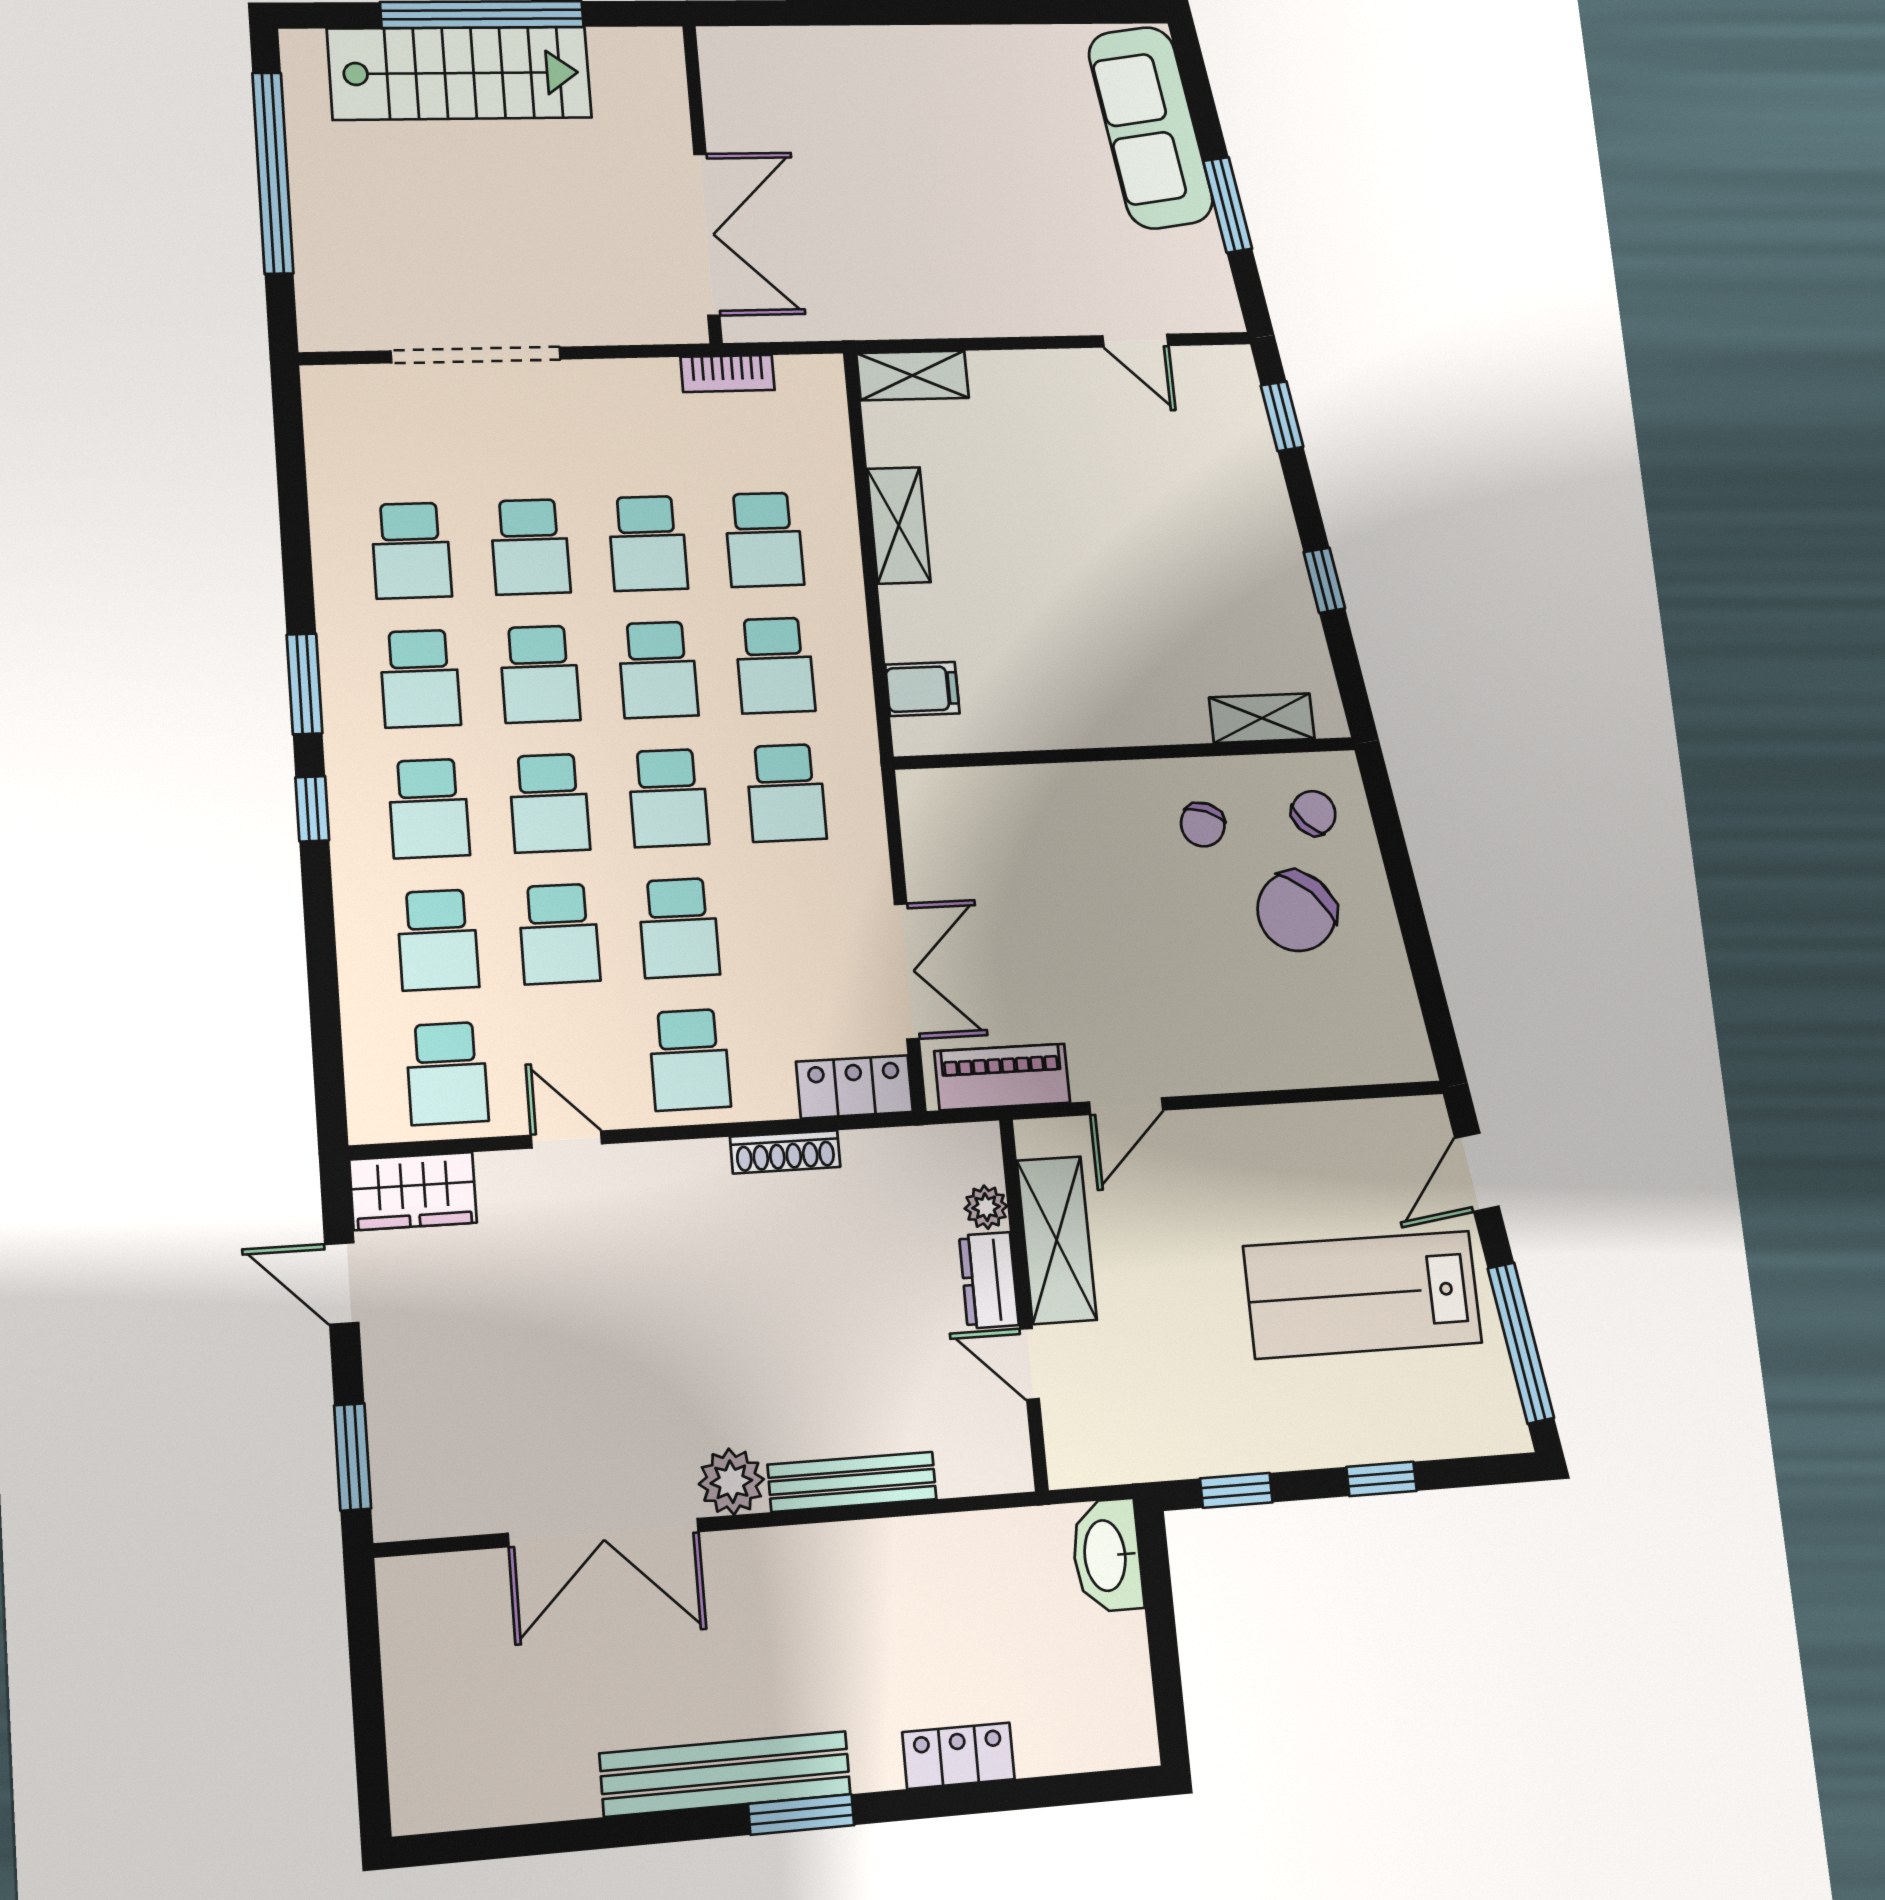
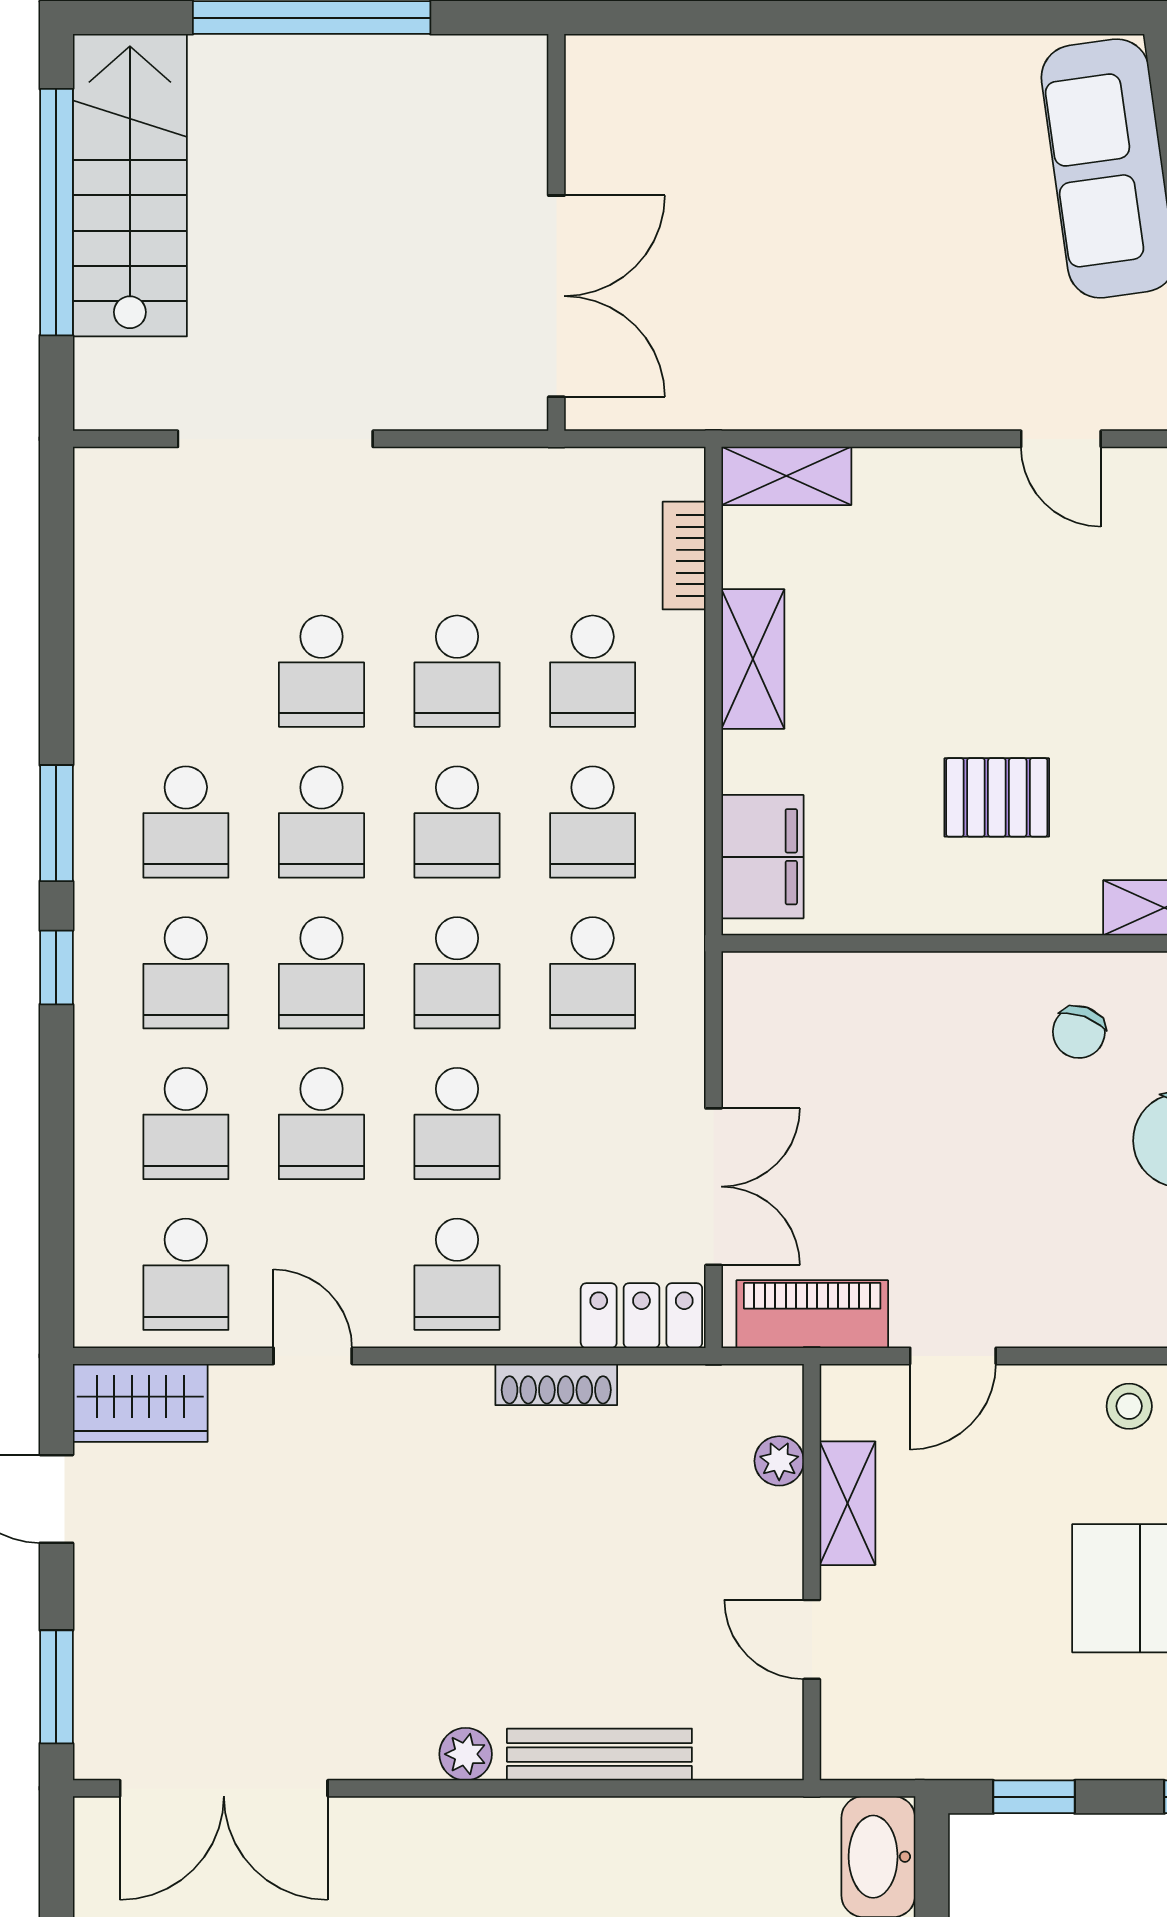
stairs: (460, 73) -> (130, 185), moved, turned -90
bookcase: (728, 373) -> (684, 556), moved, turned 90
school desk: (411, 551) -> (186, 671), removed
pallet: (1114, 633) -> (997, 797), added
filing cabinet: (922, 689) -> (762, 857), width x2.00
stool: (1280, 1141) -> (1129, 1406), added
shelving: (1057, 1240) -> (847, 1503), width x0.67, depth x0.75
dresser: (989, 1280) -> (774, 1543), removed
plant: (731, 1482) -> (466, 1754), width x0.73, depth x0.73
double door: (604, 1533) -> (224, 1788), moved

